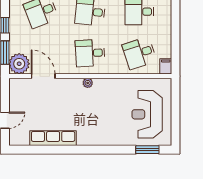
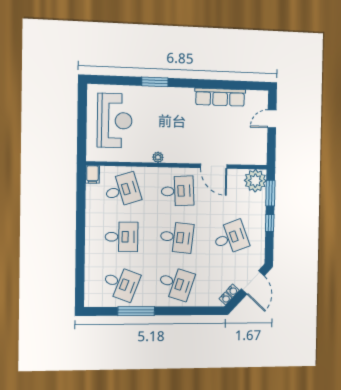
door: (43, 76) -> (214, 166), moved
plant: (88, 83) -> (158, 157), moved
window: (147, 150) -> (155, 82), moved

